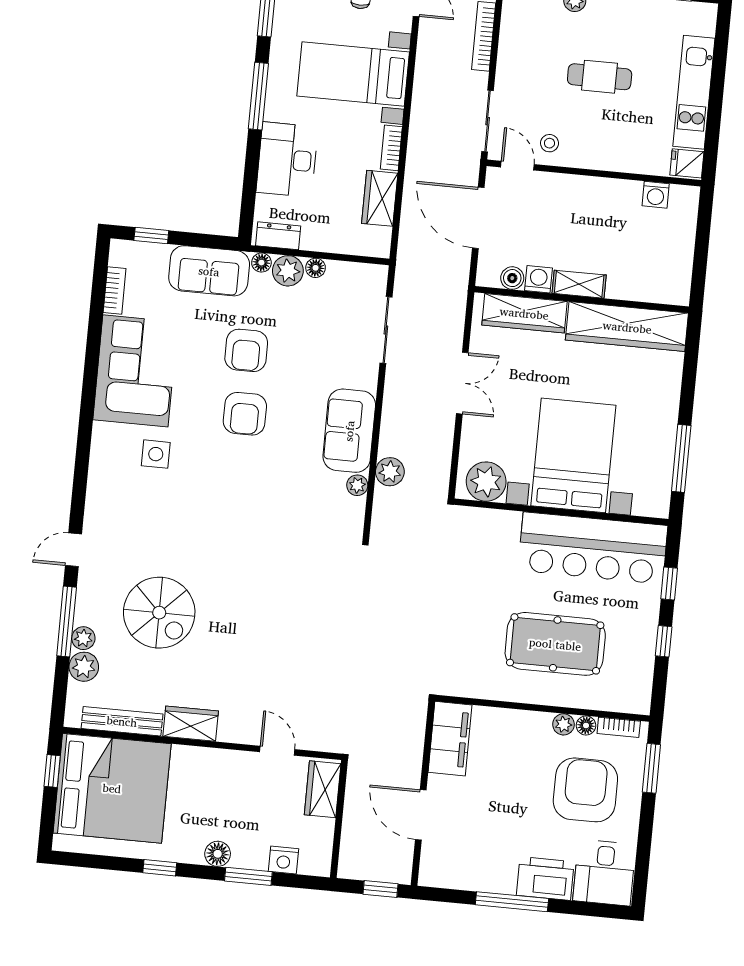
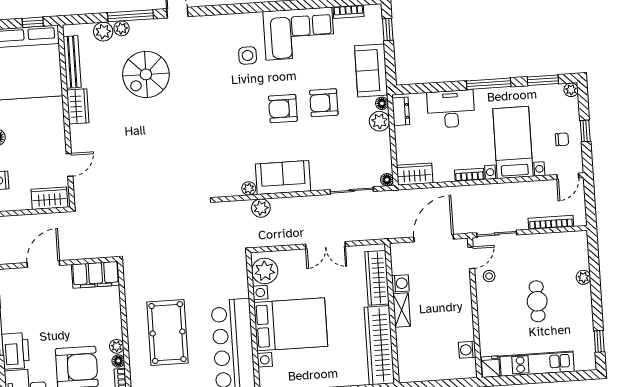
wardrobe: (380, 198) -> (415, 174), moved
floor lamp: (316, 268) -> (387, 180), moved
boiler: (512, 278) -> (398, 266), removed

